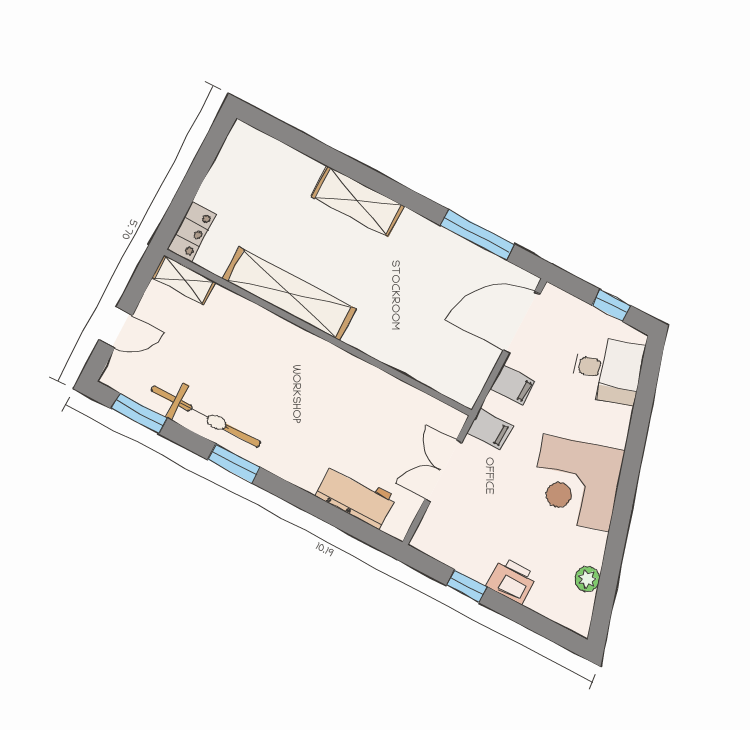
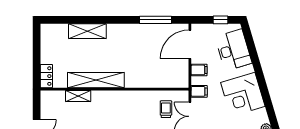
shelving: (358, 201) -> (87, 31), moved
shelving: (184, 280) -> (78, 96), moved
desk: (607, 370) -> (233, 50), width x1.37
trolley: (402, 430) -> (166, 109), added

